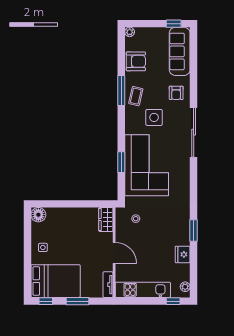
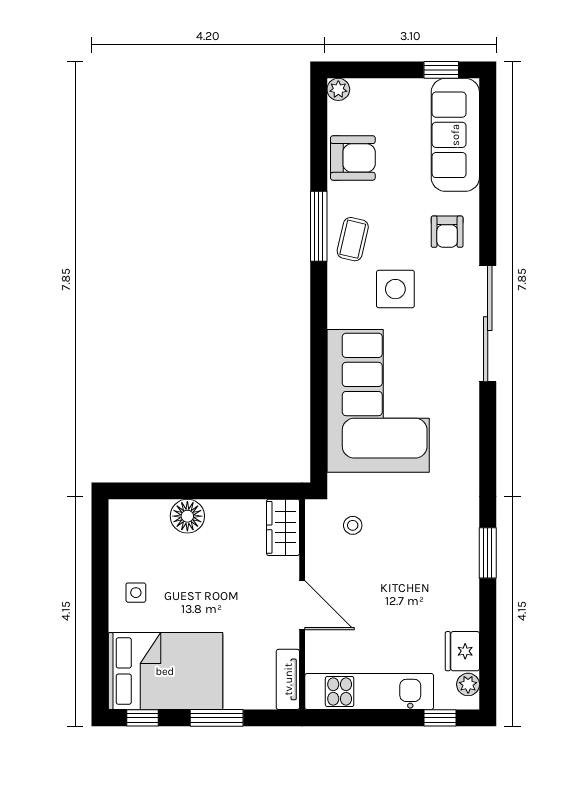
window: (121, 162) -> (319, 393), removed
floor lamp: (38, 215) -> (187, 516), moved
fridge: (183, 254) -> (462, 651), moved

